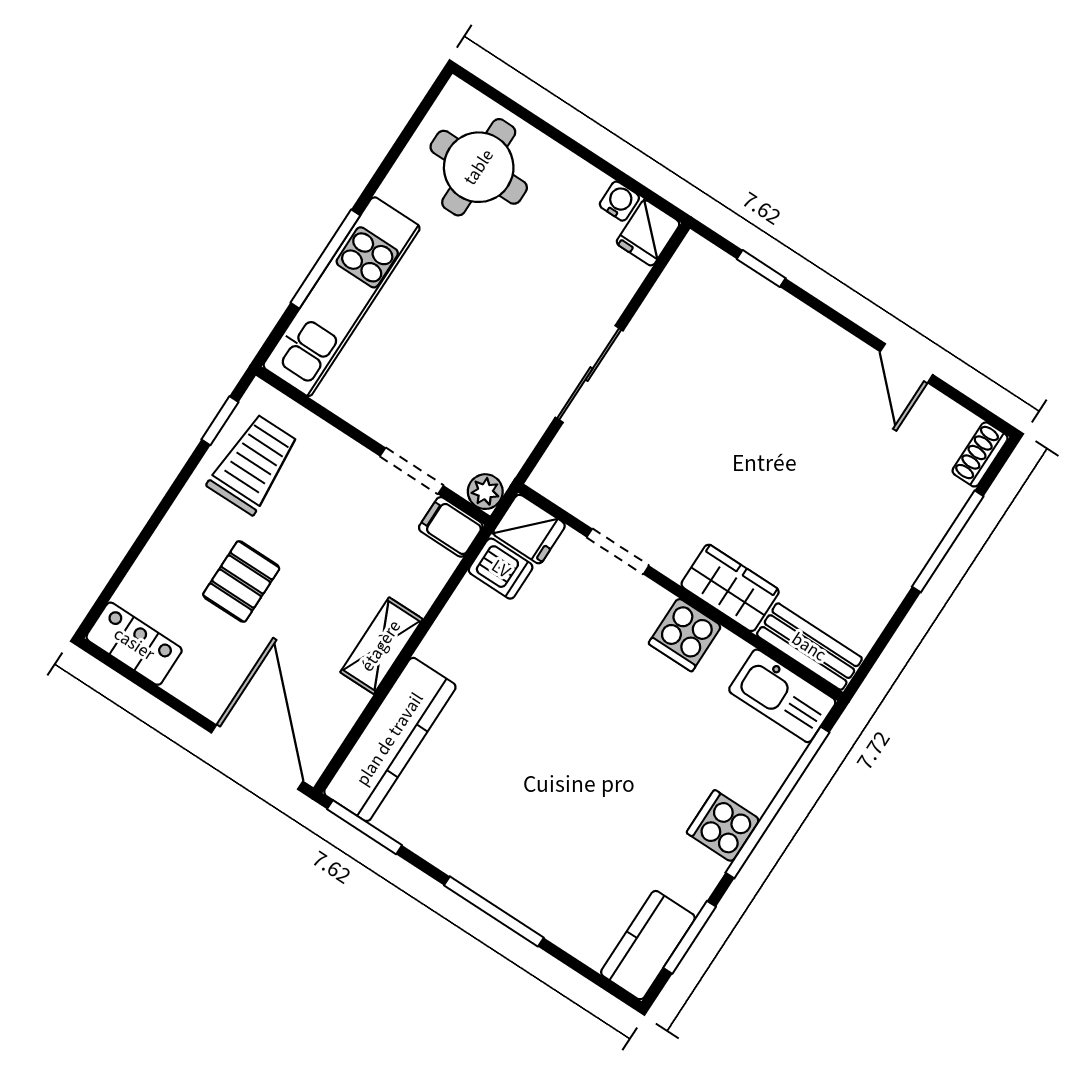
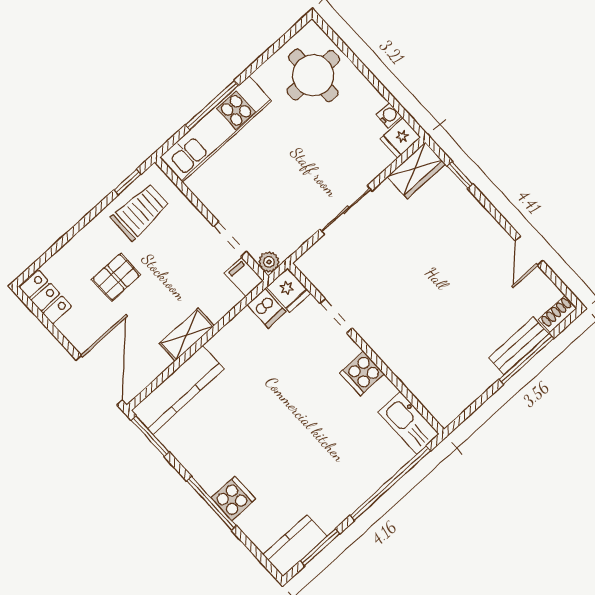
wardrobe: (730, 588) -> (416, 170), moved, turned 90
bench: (809, 647) -> (518, 346), moved, turned 90
cooker: (723, 826) -> (233, 498), moved, turned 90

